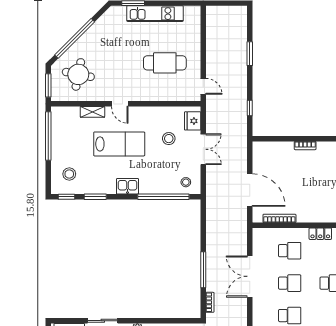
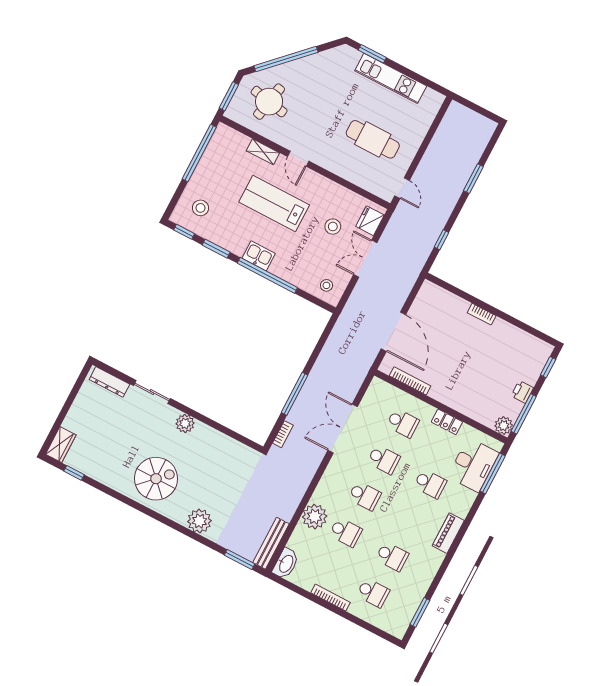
lab bench: (119, 144) -> (274, 203), turned 180
double door: (203, 149) -> (365, 259), swing flipped
window: (163, 197) -> (267, 275), moved

